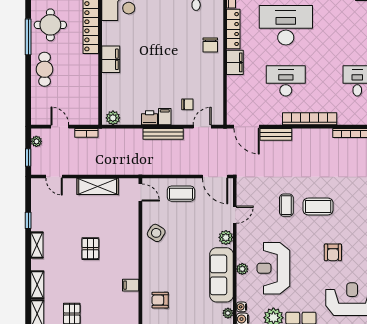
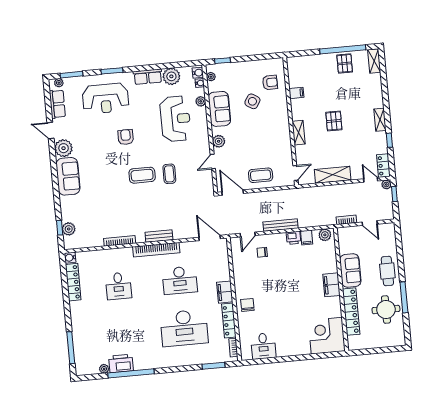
sofa: (87, 74) -> (350, 271), added
filing cabinet: (165, 117) -> (307, 238), moved
bench: (276, 134) -> (159, 236), moved
plant: (36, 141) -> (386, 185), moved
locker: (38, 192) -> (383, 166), added
door: (140, 193) -> (295, 173), swing flipped
side table: (156, 233) -> (252, 101), moved
plant: (242, 269) -> (201, 101), moved
sofa: (221, 275) -> (219, 109), width x0.73
shelving: (37, 285) -> (299, 133), moved

